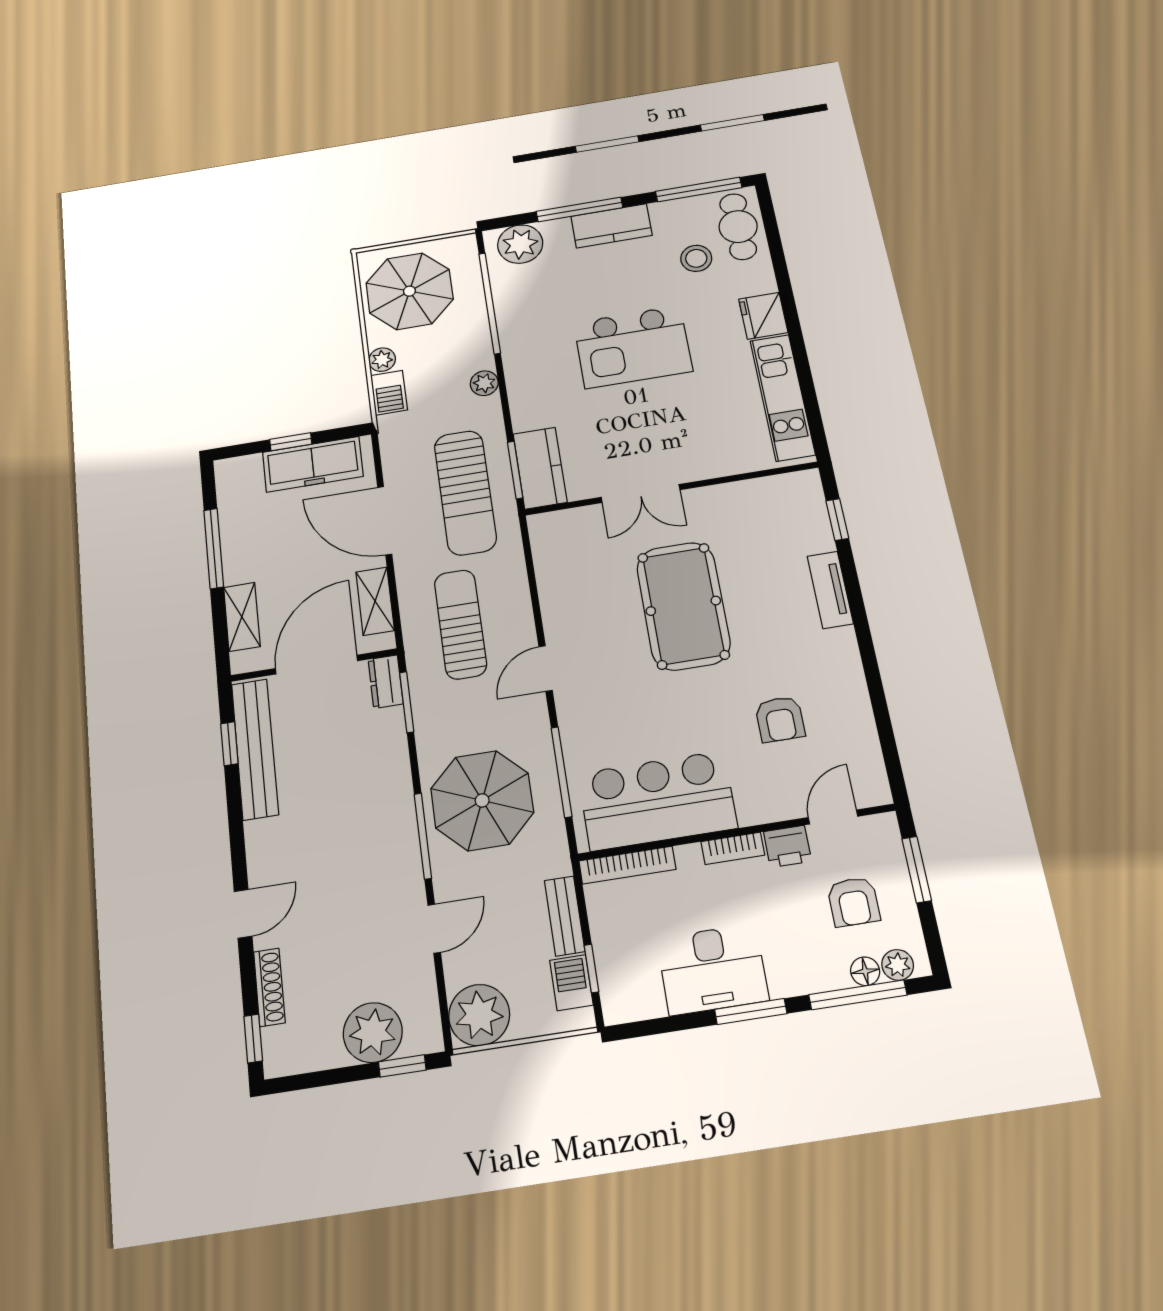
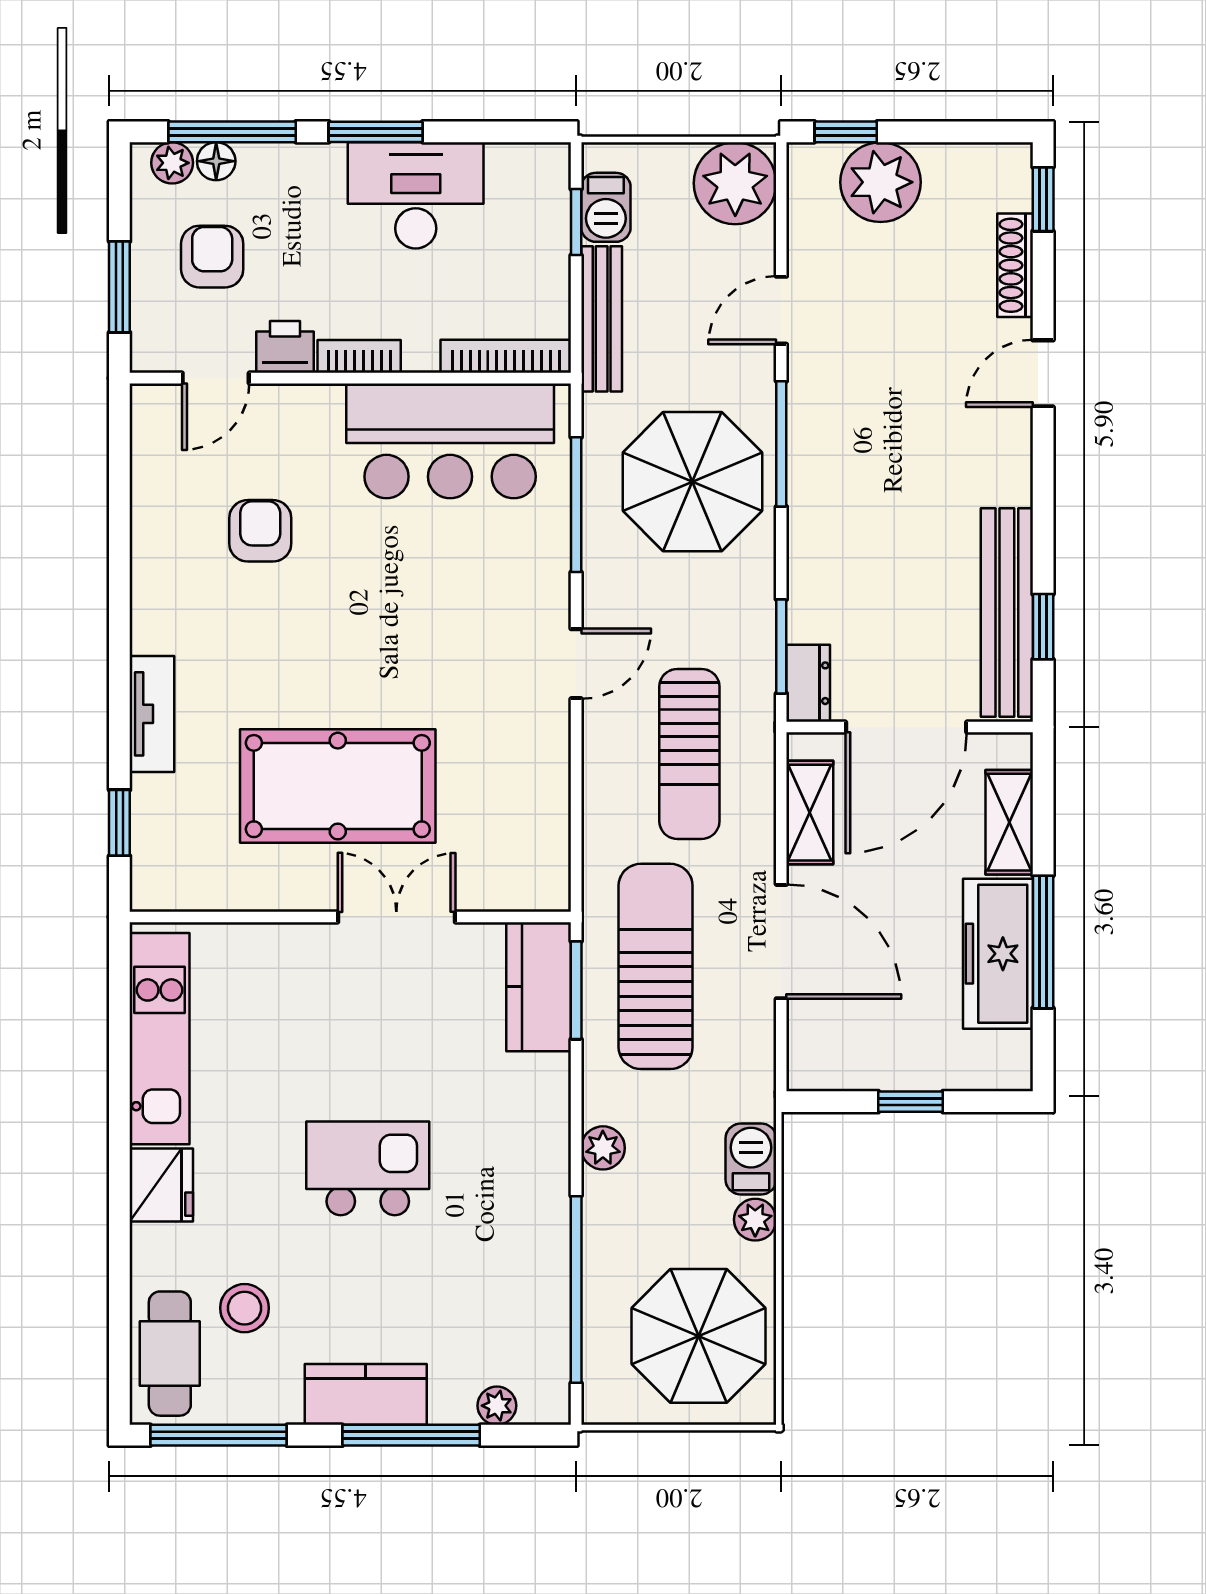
plant: (520, 244) -> (497, 1406), width x0.53, depth x0.53
kitchen island: (633, 347) -> (368, 1168), width x0.73, depth x0.78
freezer: (313, 464) -> (998, 954), moved, turned -90
pool table: (683, 606) -> (338, 786), moved, turned 90
bench: (565, 916) -> (602, 319), width x1.36

